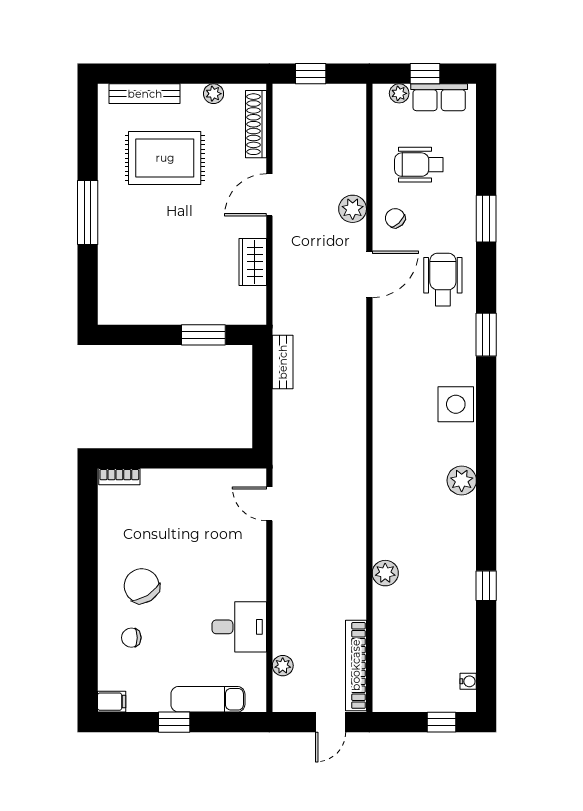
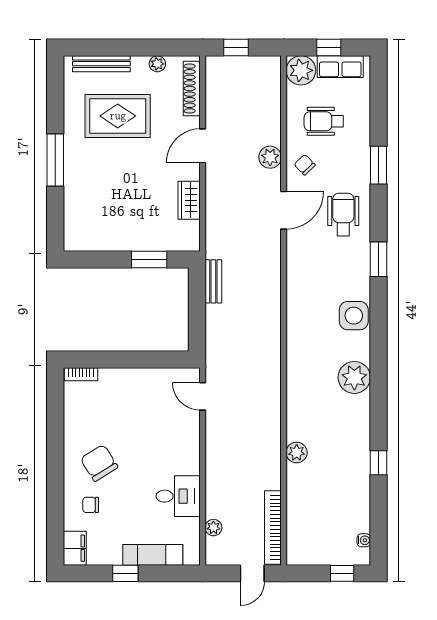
plant: (399, 93) -> (301, 70), width x1.87, depth x1.87
plant: (462, 480) -> (354, 377), width x1.36, depth x1.36
filing cabinet: (112, 702) -> (75, 548), width x2.00

